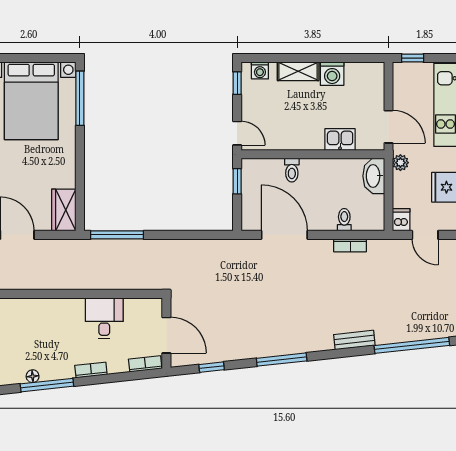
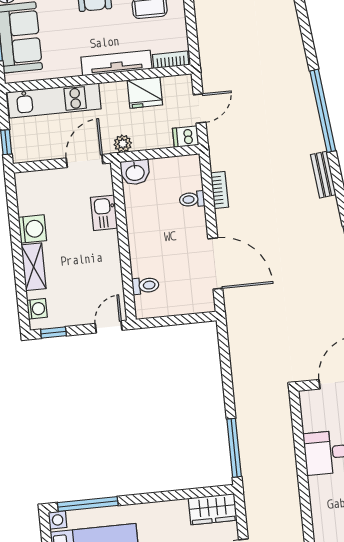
toilet: (292, 170) -> (145, 285), moved
washbasin: (374, 176) -> (135, 172), width x0.72
window: (237, 181) -> (162, 322), removed
door: (284, 235) -> (215, 264), swing flipped

